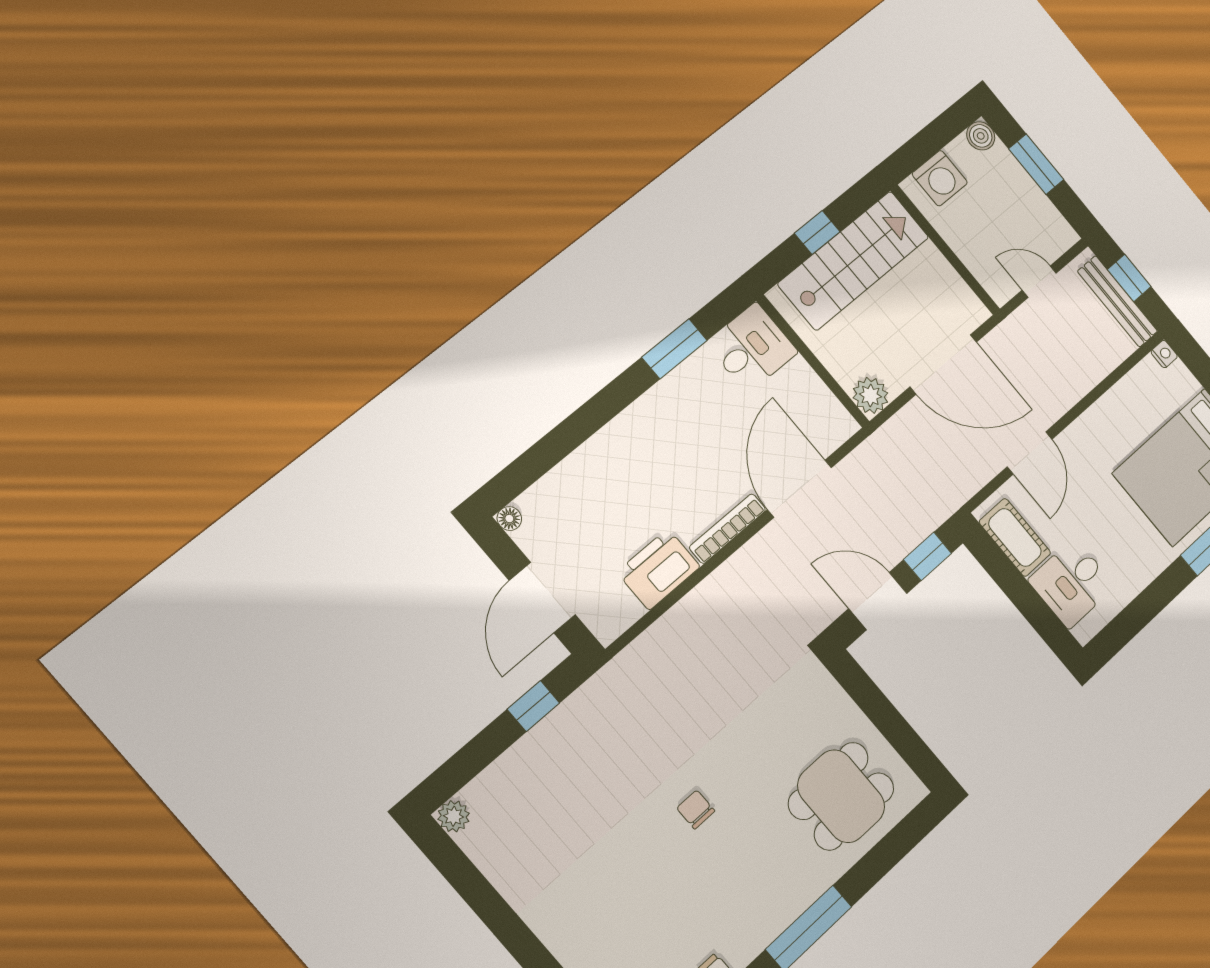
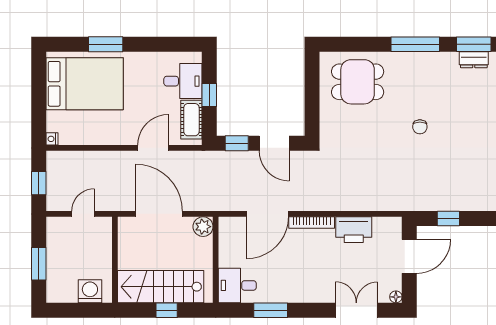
boiler: (981, 136) -> (54, 295), removed
door: (1039, 282) -> (83, 214), swing flipped
bench: (1117, 301) -> (54, 178), removed
double door: (551, 450) -> (356, 310), added
window: (1022, 594) -> (209, 95), added

